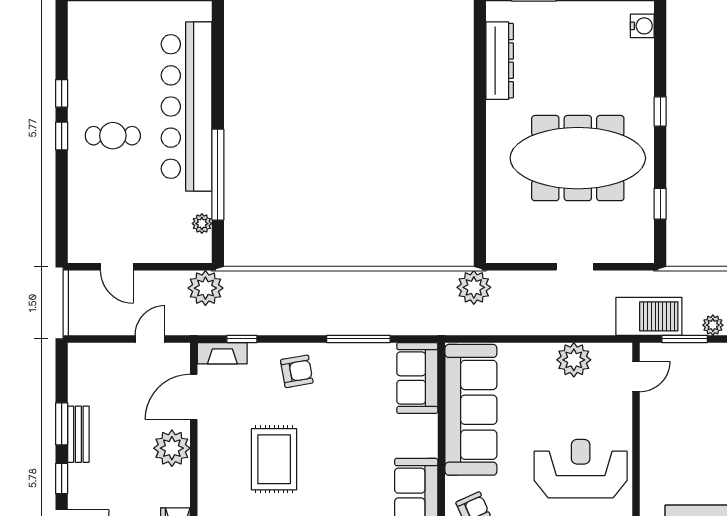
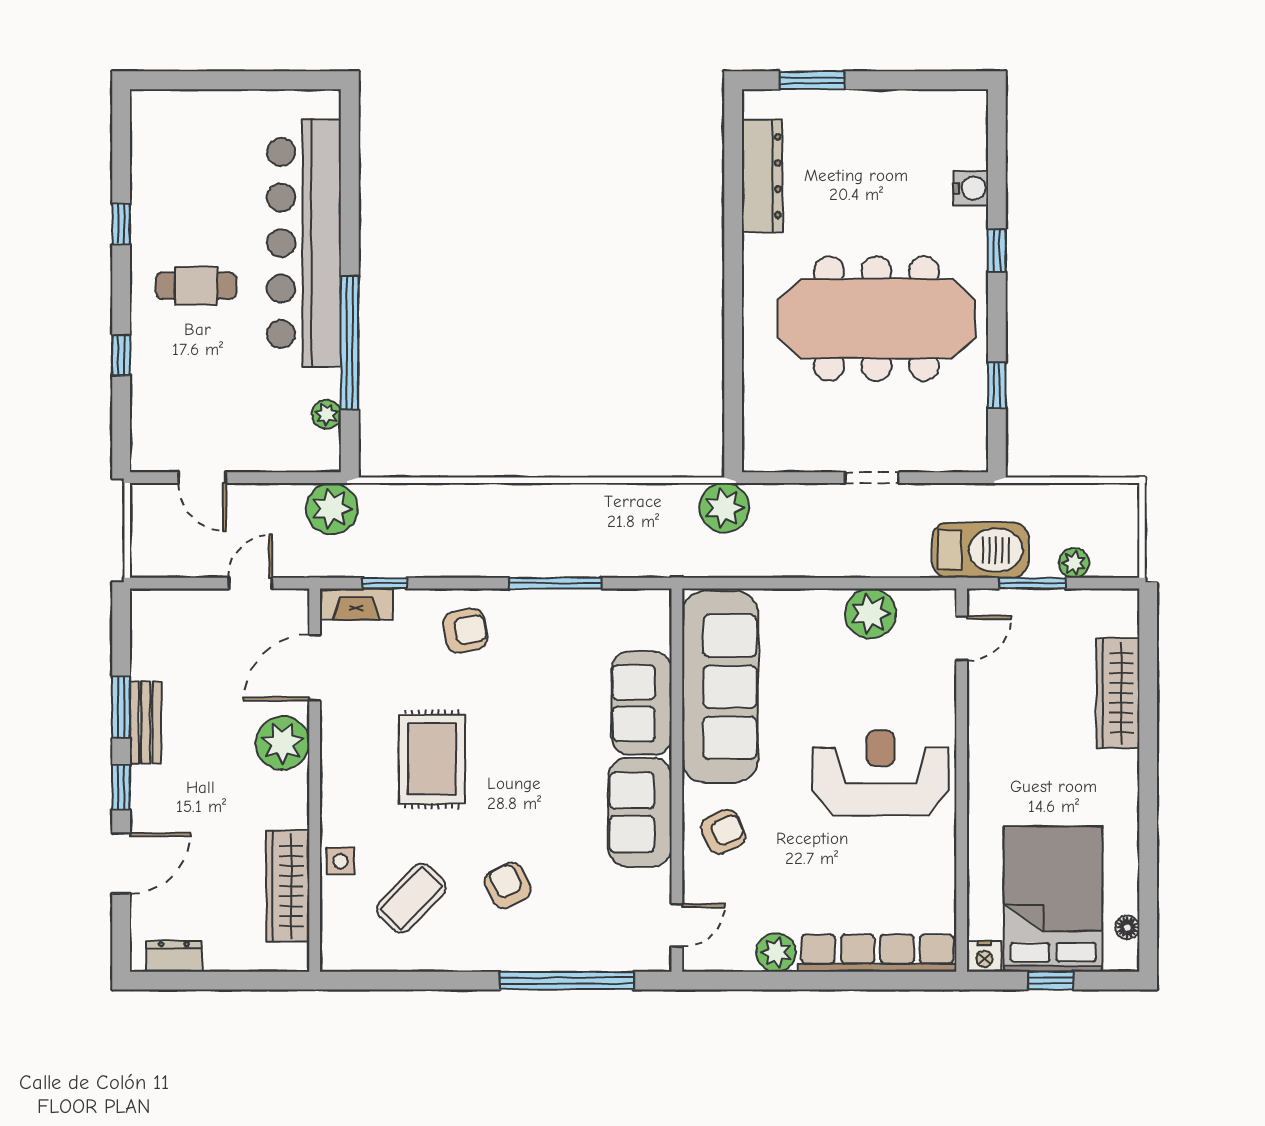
water cooler: (642, 26) -> (971, 188), moved
window: (62, 136) -> (121, 355), moved
sofa: (417, 378) -> (642, 703), moved

